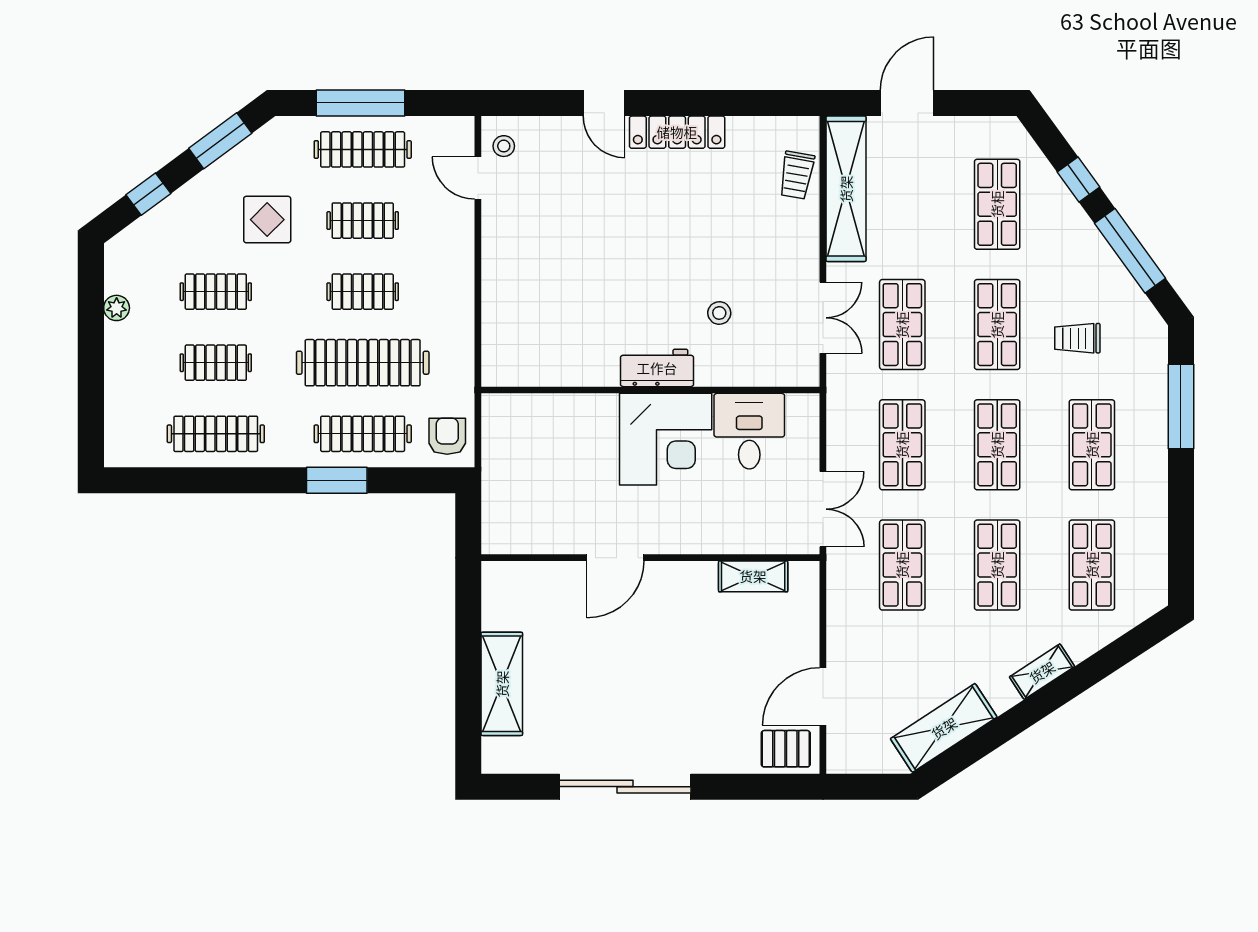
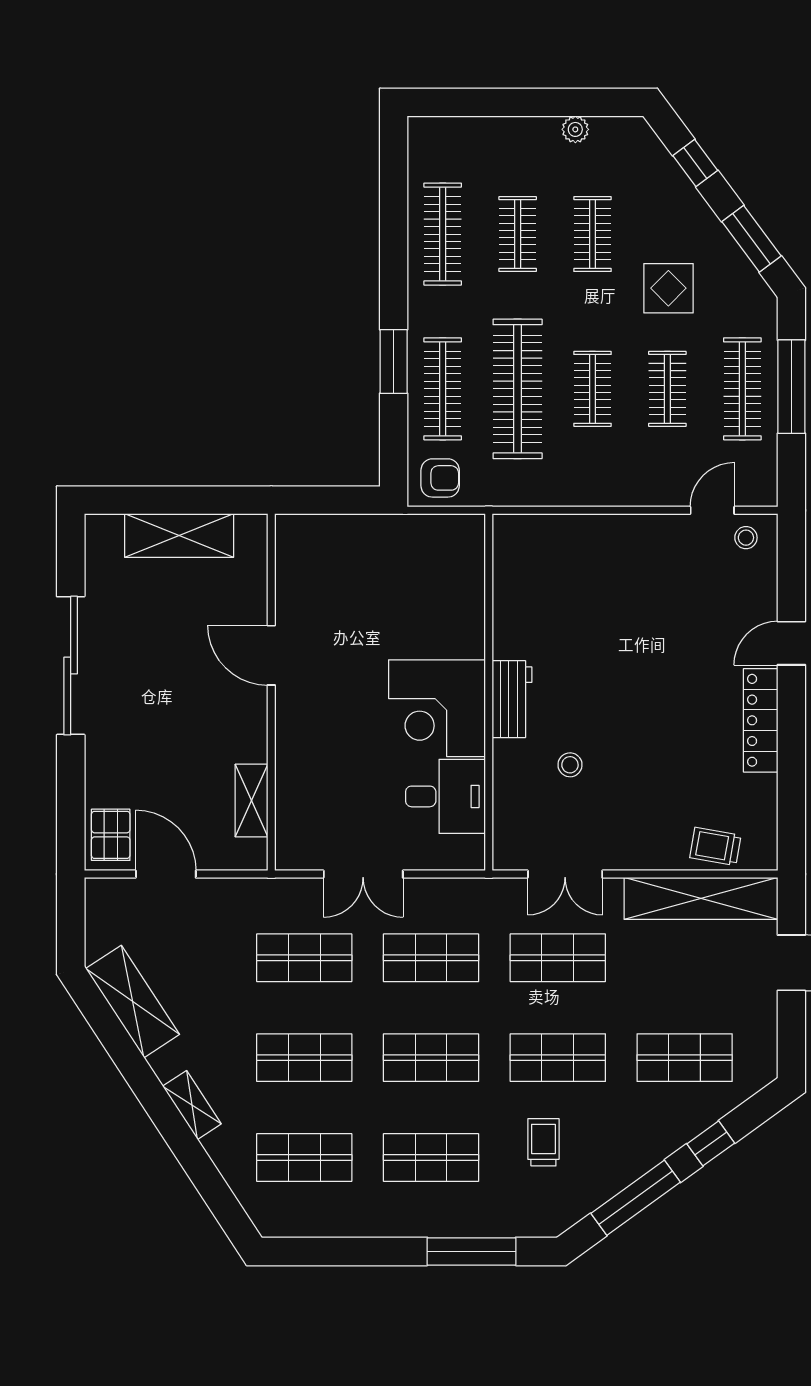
door: (615, 558) -> (271, 655), moved
wall: (650, 558) -> (271, 692), moved
shelving: (753, 576) -> (251, 801), moved

